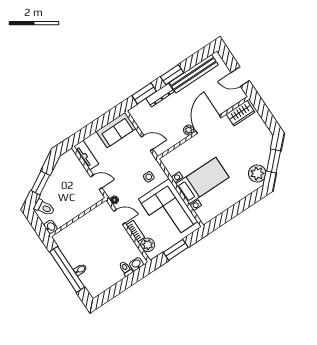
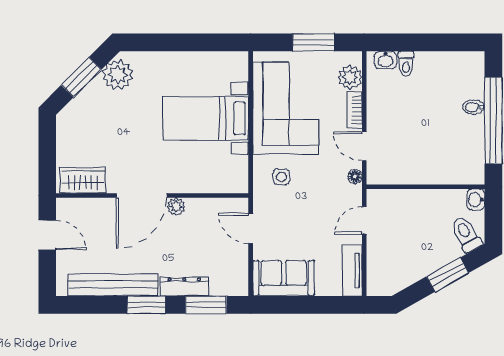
door: (96, 182) -> (364, 220), hinge flipped

